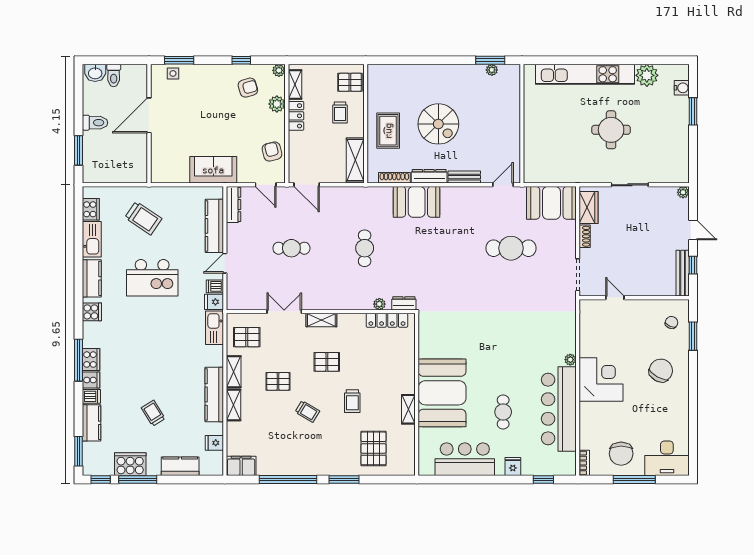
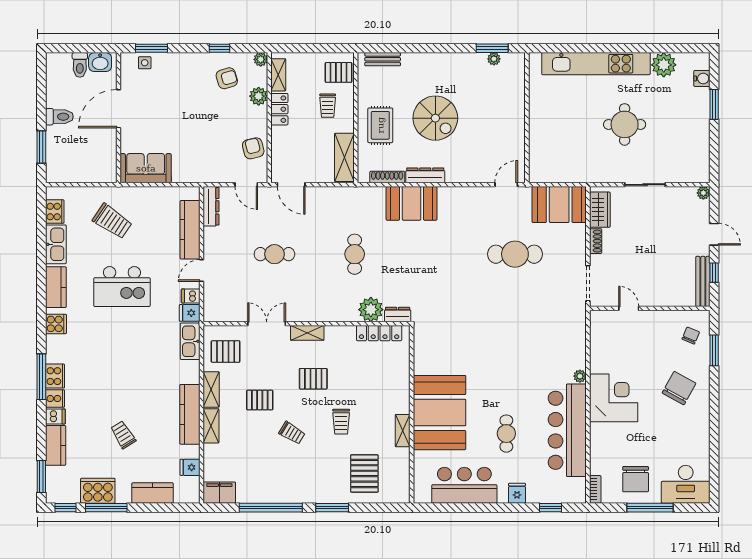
washbasin: (95, 73) -> (100, 62), moved
sofa: (213, 170) -> (146, 168), moved
bench: (464, 177) -> (383, 59), moved
plant: (379, 304) -> (371, 310), width x1.88, depth x1.88

